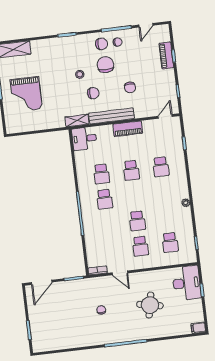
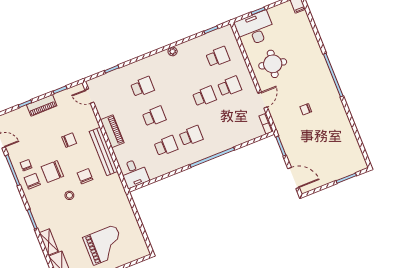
piano: (166, 55) -> (42, 105), moved
shelving: (77, 120) -> (49, 242), moved
round table: (150, 305) -> (273, 64), moved

